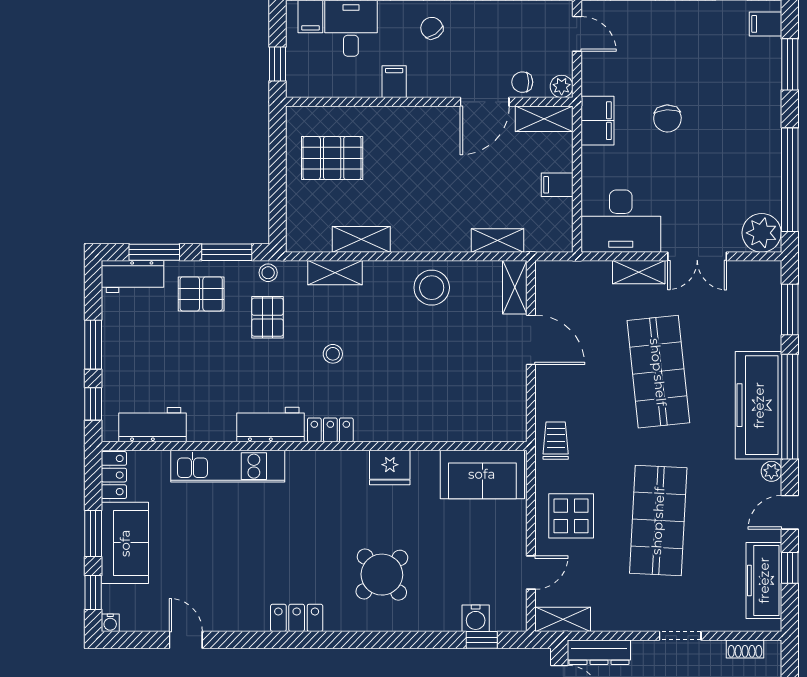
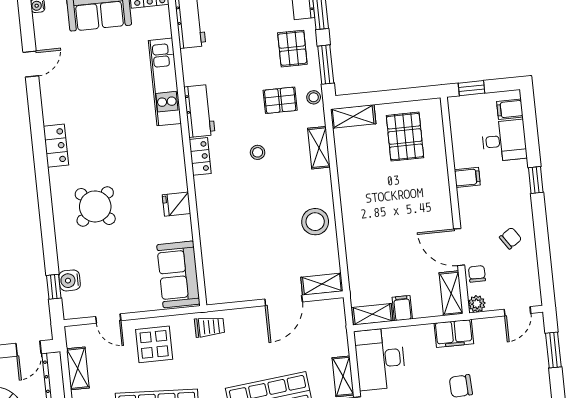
chair: (432, 28) -> (511, 238), moved
shelving: (361, 239) -> (353, 116), moved, turned 90
shelving: (497, 240) -> (372, 314), moved, turned 90
fridge: (390, 467) -> (176, 204), width x0.72
shelving: (563, 619) -> (78, 368), moved

